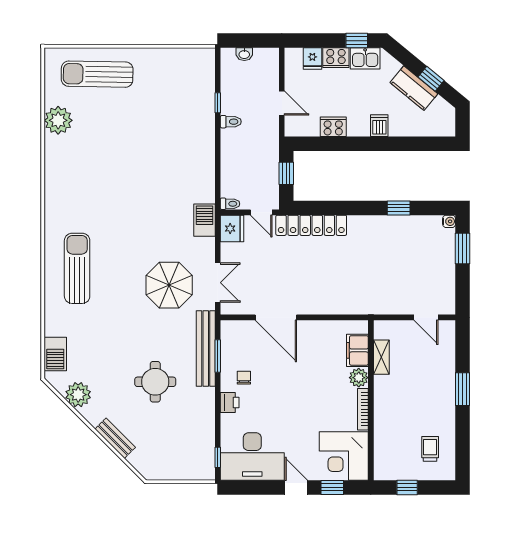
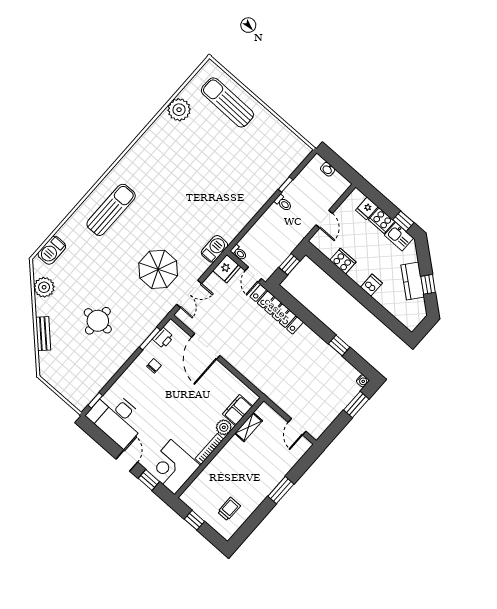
bench: (206, 348) -> (146, 328), removed
printer: (230, 402) -> (163, 338), moved

